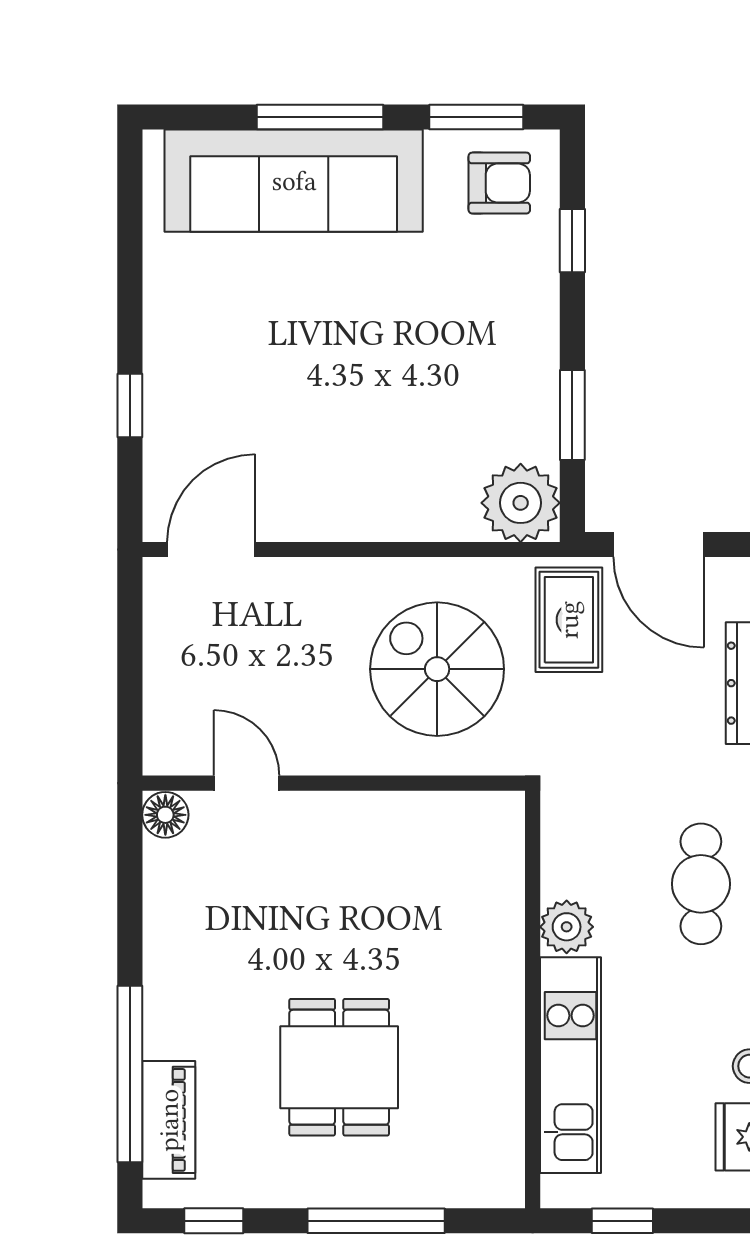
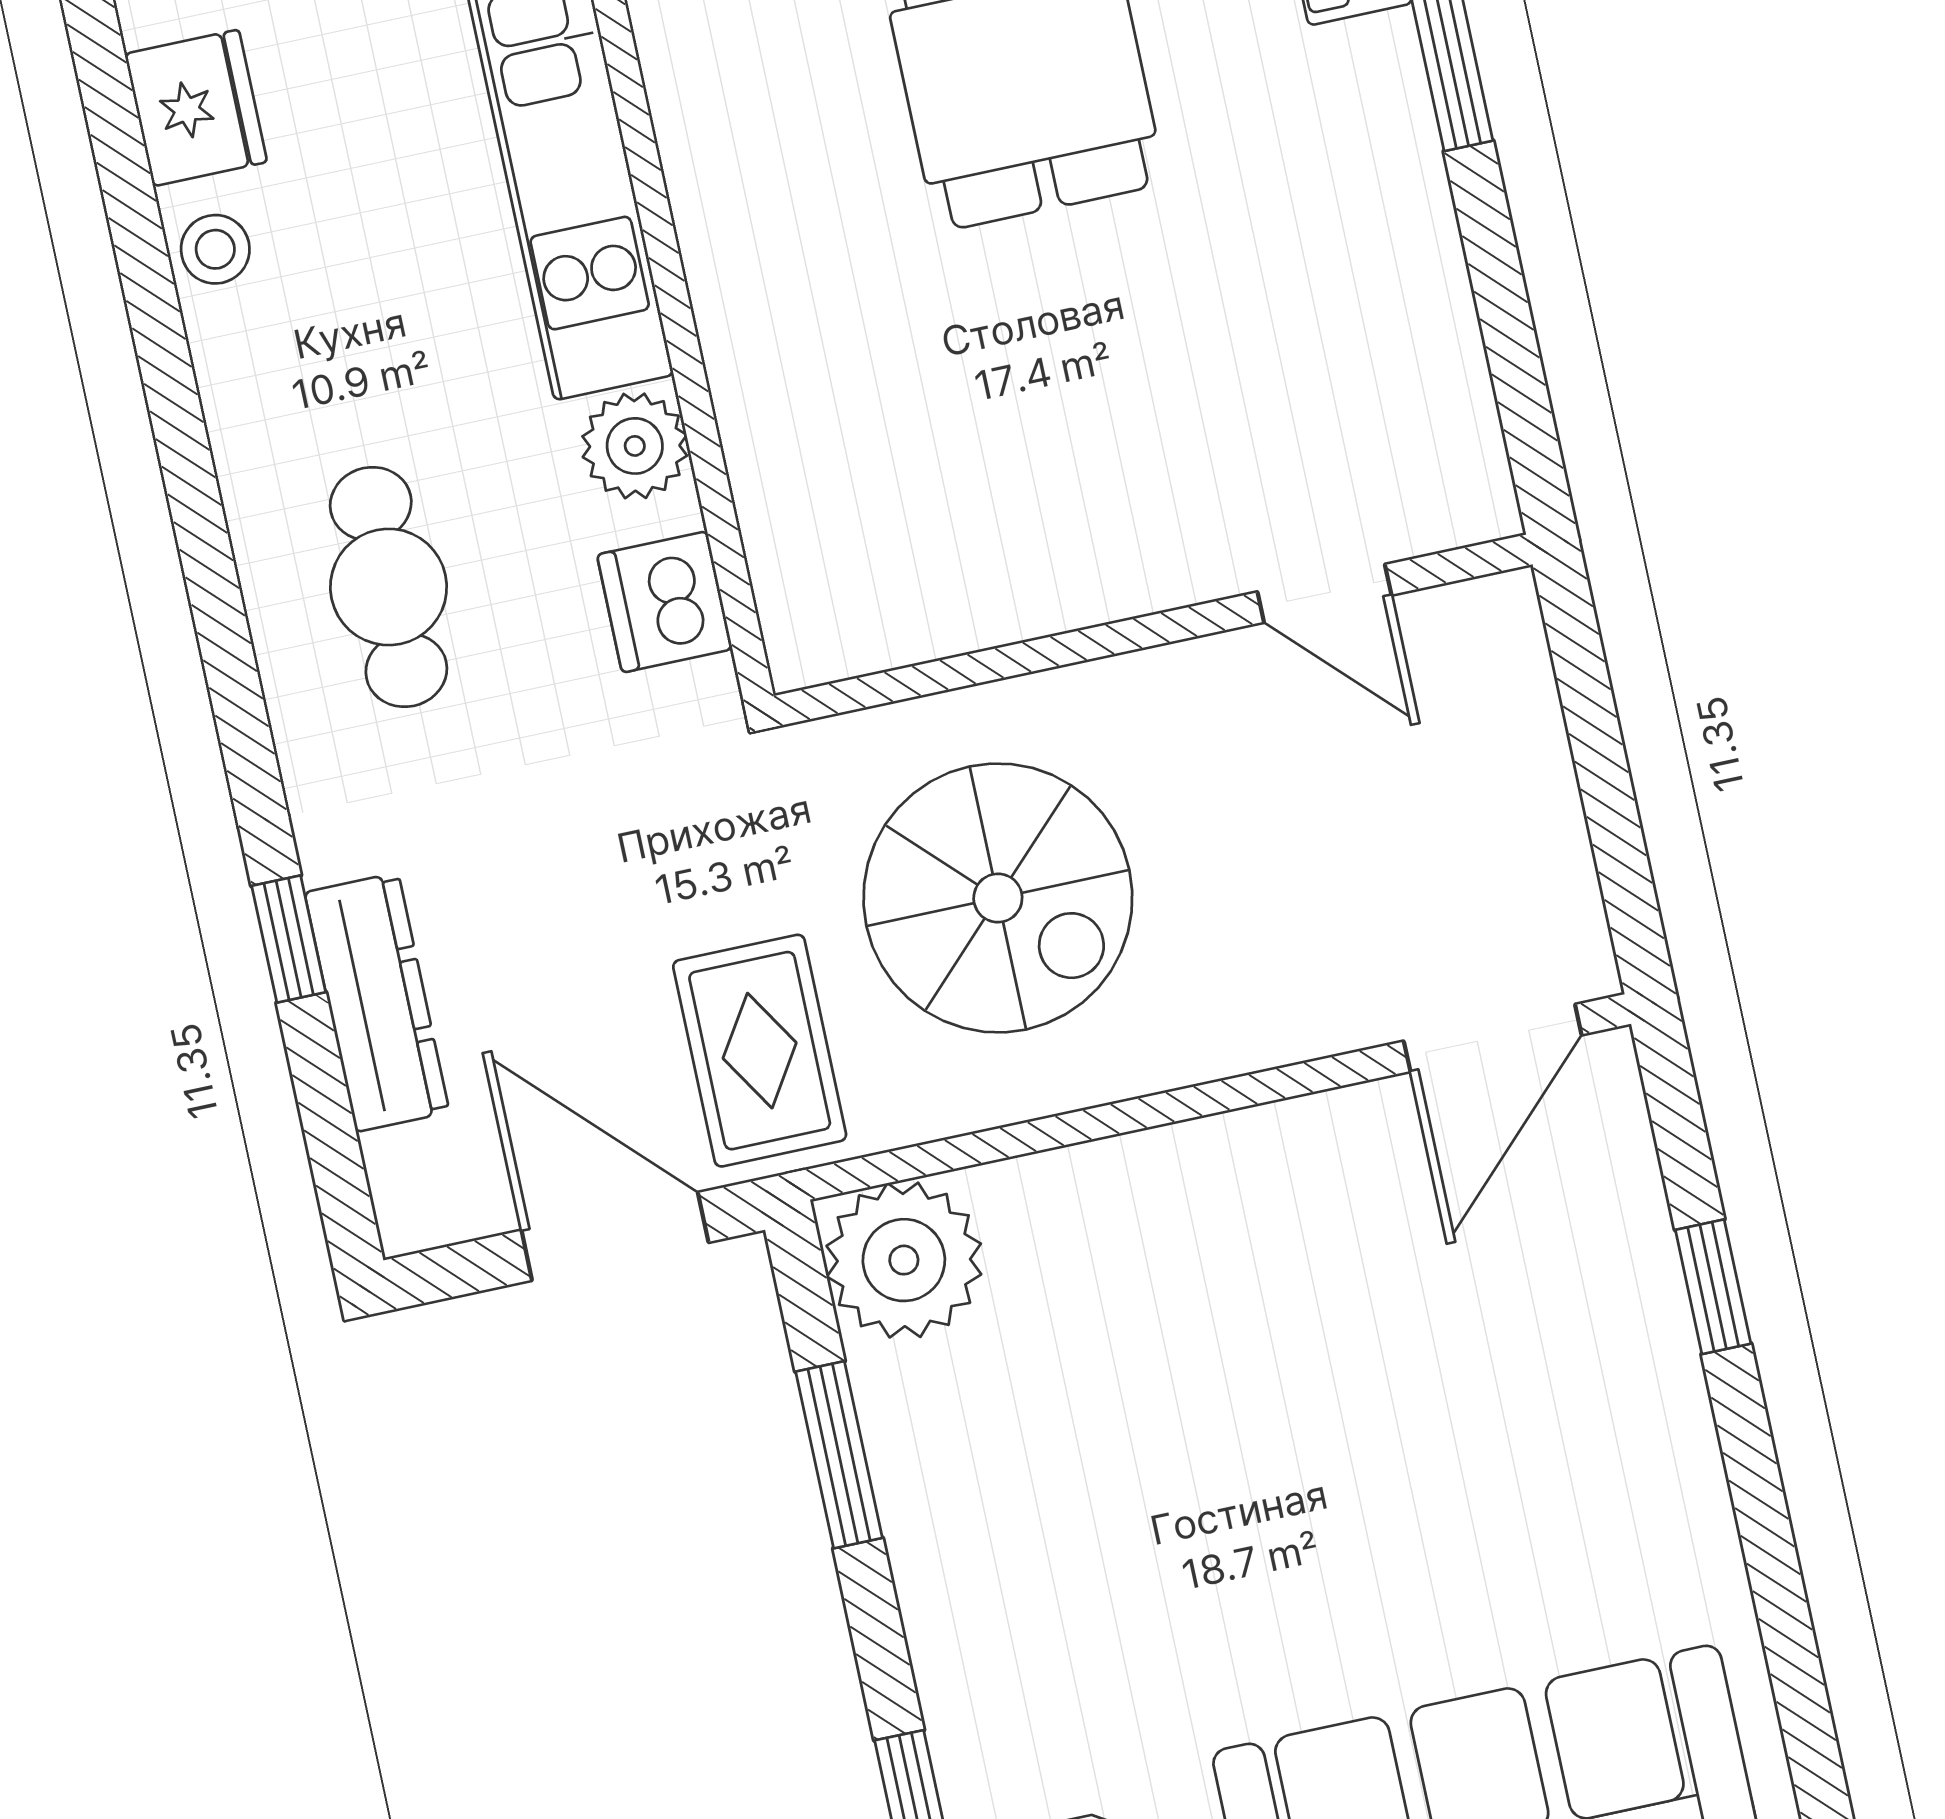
floor lamp: (165, 815) -> (1471, 497), removed
dishwasher: (568, 848) -> (665, 602), added

